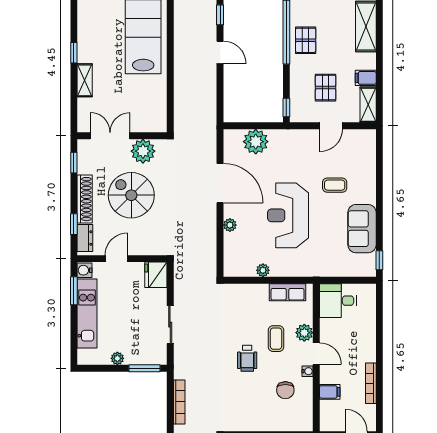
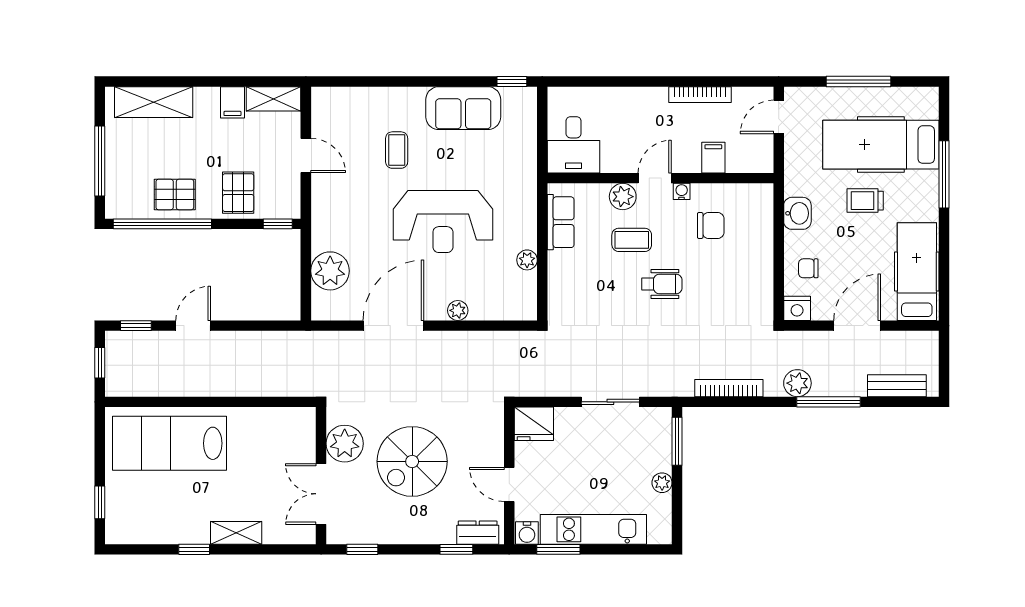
pallet: (326, 88) -> (238, 193), moved, turned 90
shoe rack: (85, 199) -> (418, 533), removed

